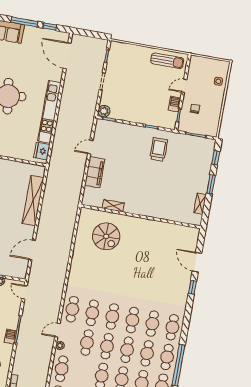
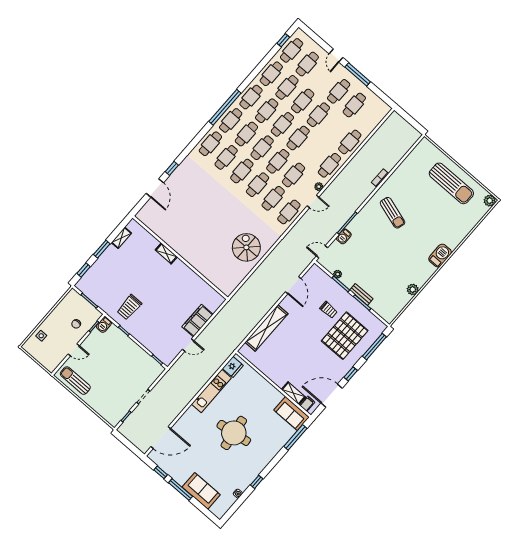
door: (67, 56) -> (161, 437), hinge flipped
barbecue: (174, 104) -> (104, 325), moved
plant: (104, 111) -> (157, 369), removed
kitchen unit: (49, 112) -> (211, 391), width x0.73
shelving: (113, 206) -> (166, 253), moved
spiral stairs: (106, 236) -> (246, 247), moved
door: (32, 250) -> (293, 285), hinge flipped
door: (24, 292) -> (322, 252), swing flipped
barbecue: (10, 337) -> (344, 236), moved

